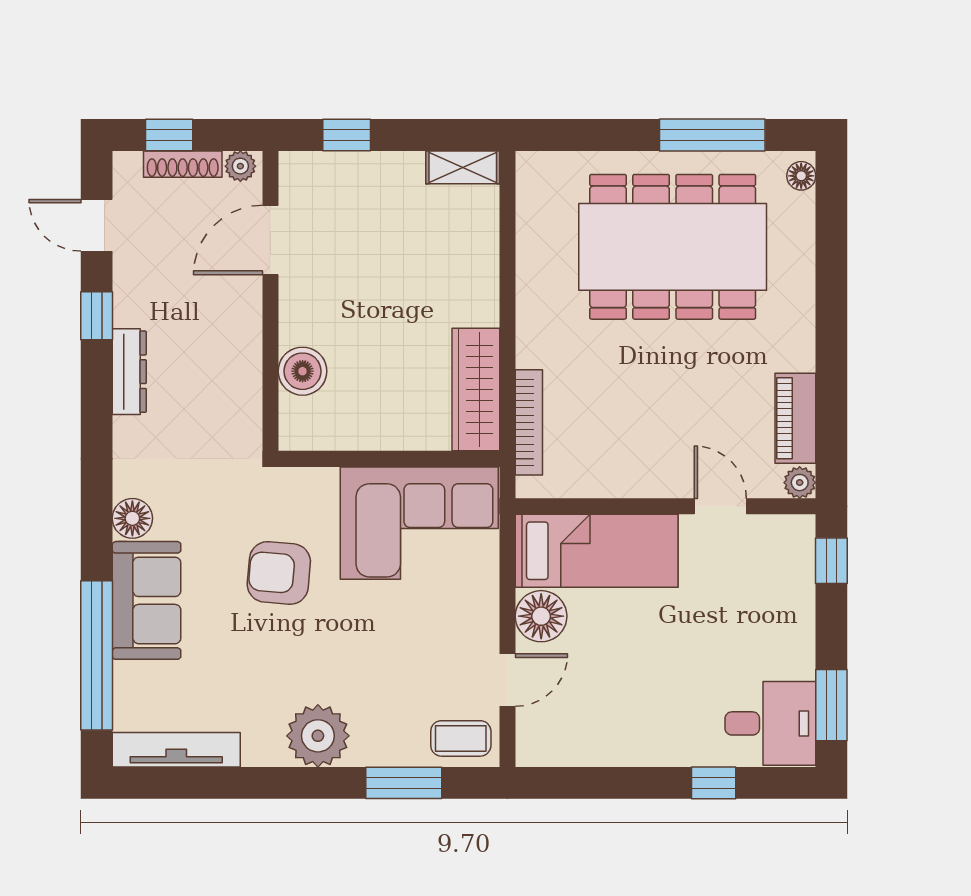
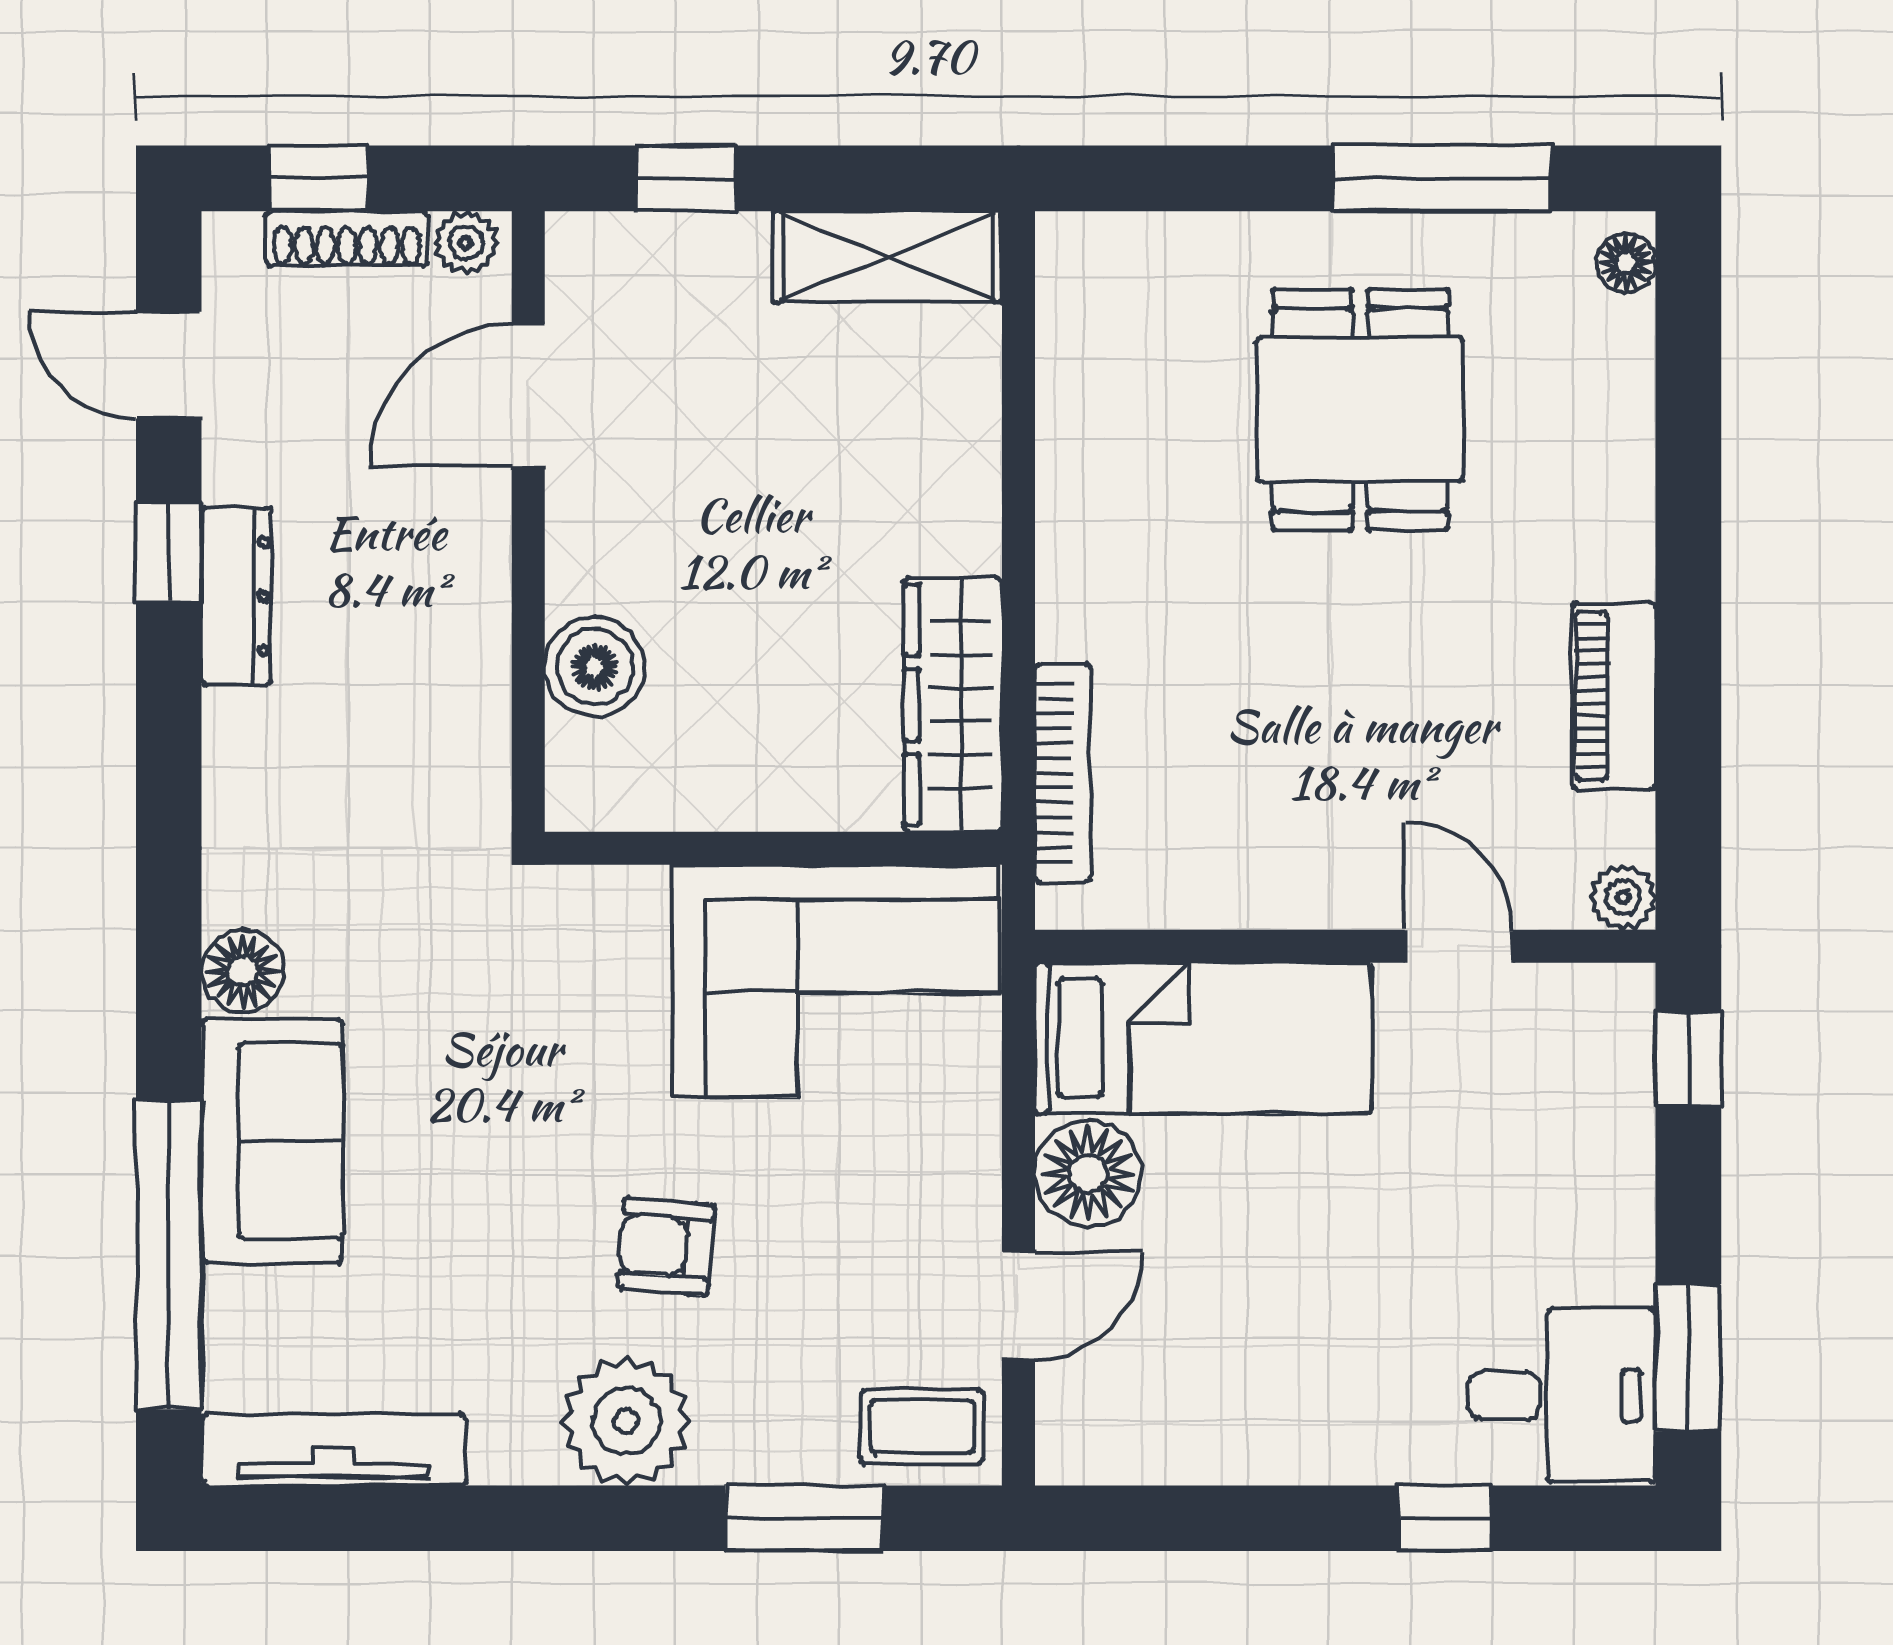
shelving: (463, 167) -> (888, 257), width x1.50, depth x1.33
dining table: (673, 247) -> (1360, 410), width x0.53, depth x0.80
dresser: (129, 372) -> (236, 596), moved
piano: (795, 418) -> (1614, 696), moved
armchair: (279, 573) -> (666, 1247), moved, width x0.72, depth x0.72

